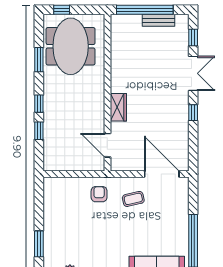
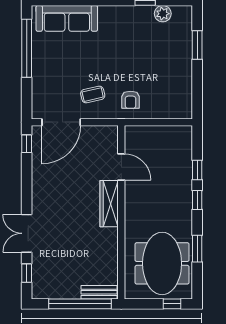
bench: (158, 20) -> (99, 292), moved
wardrobe: (118, 107) -> (109, 204), width x1.50
window: (193, 113) -> (27, 144), moved
door: (107, 145) -> (121, 167), moved
door: (162, 174) -> (61, 122), hinge flipped

